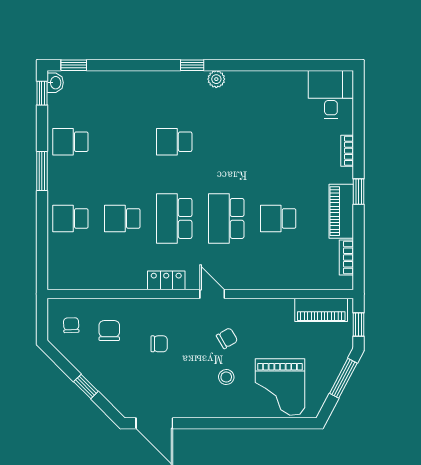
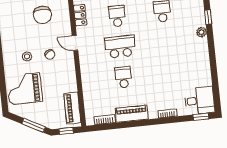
window: (359, 192) -> (201, 117), moved
school desk: (174, 218) -> (117, 16), width x0.54
door: (212, 294) -> (75, 43), swing flipped
chair: (159, 344) -> (42, 15), width x1.87, depth x1.87

